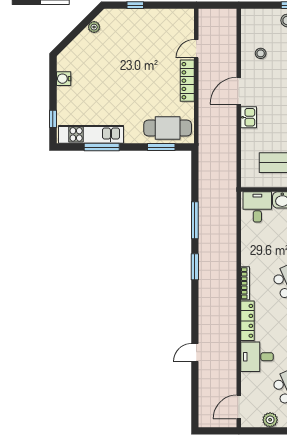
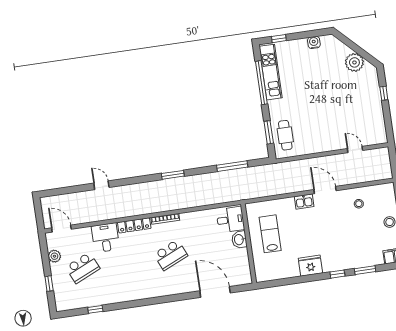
plant: (94, 27) -> (354, 62), width x1.88, depth x1.88
locker: (187, 81) -> (327, 146), removed
cafe table: (168, 128) -> (285, 135), width x0.73, depth x0.74
window: (102, 147) -> (261, 83), width x1.46
window: (195, 220) -> (232, 166), moved

